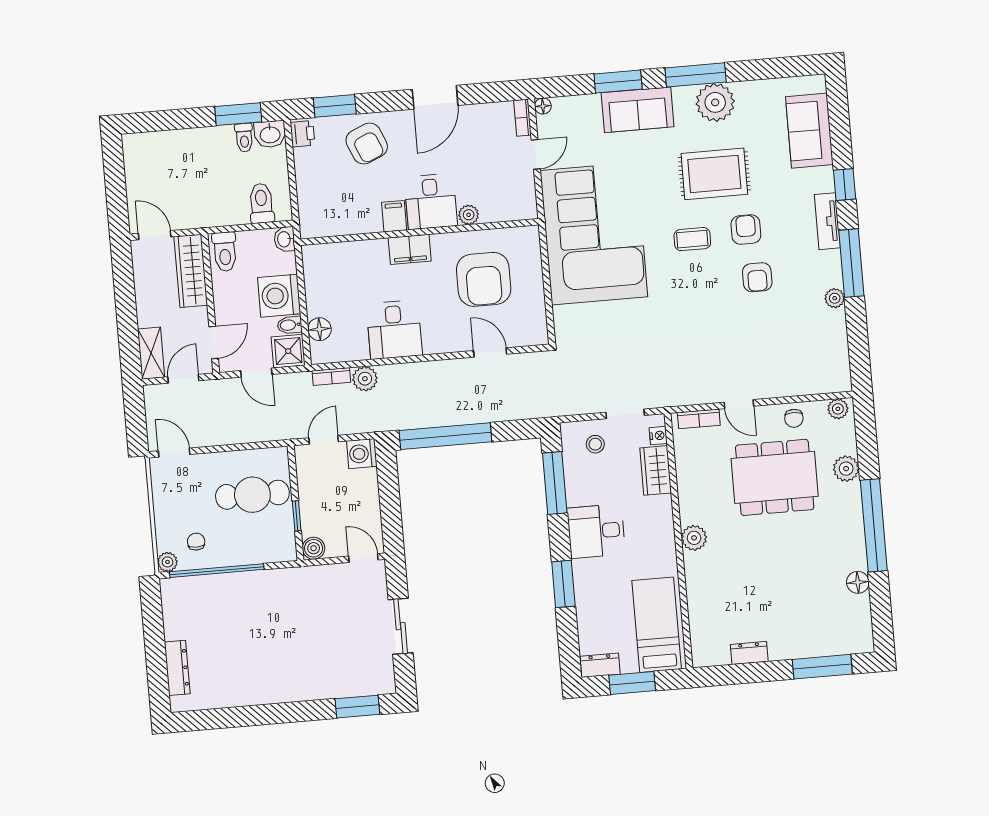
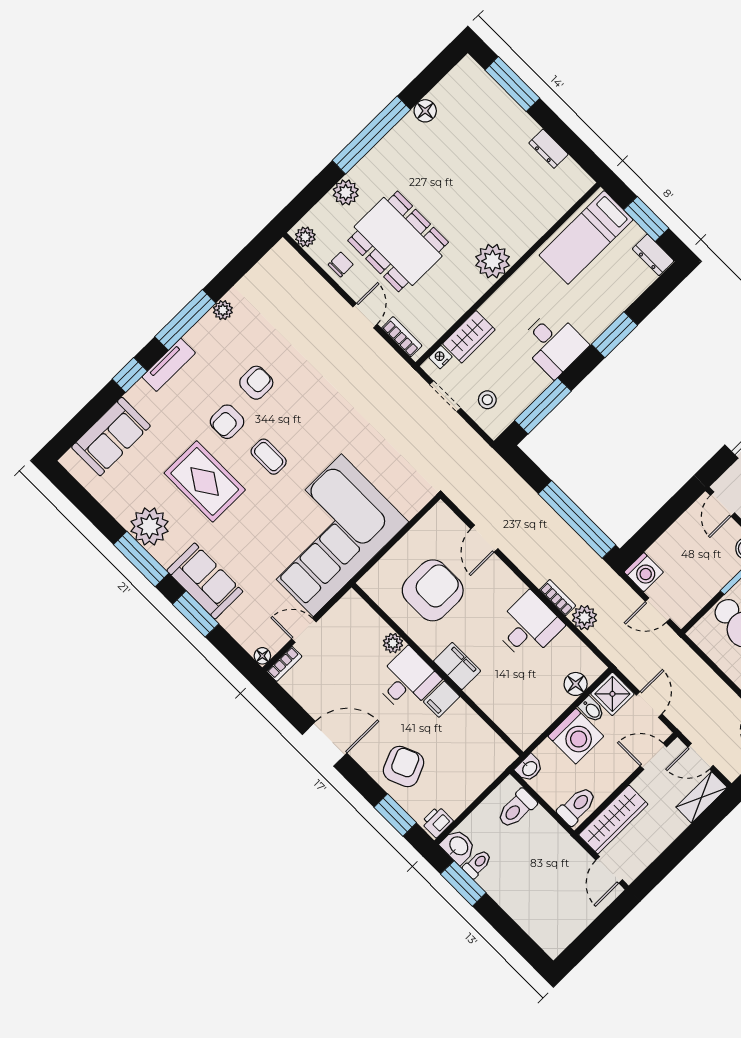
bookcase: (331, 377) -> (558, 598), moved
plant: (694, 538) -> (493, 261), width x1.36, depth x1.36

